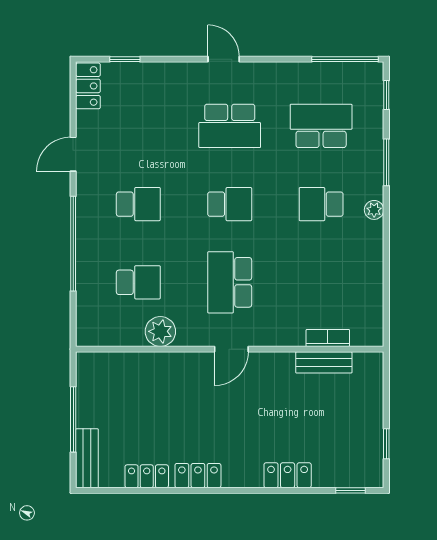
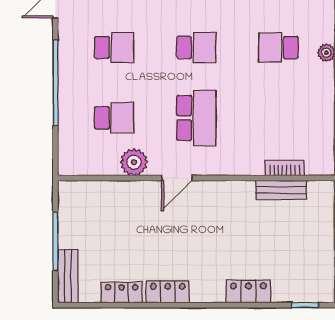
school desk: (230, 282) -> (196, 118), turned 180
door: (231, 349) -> (177, 178), moved

